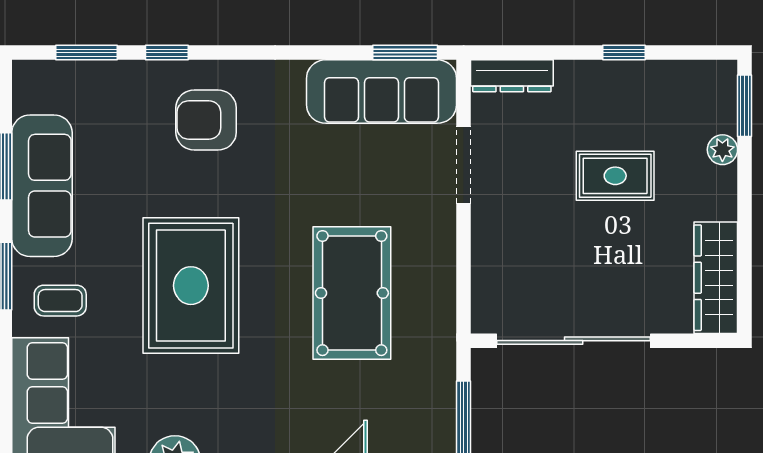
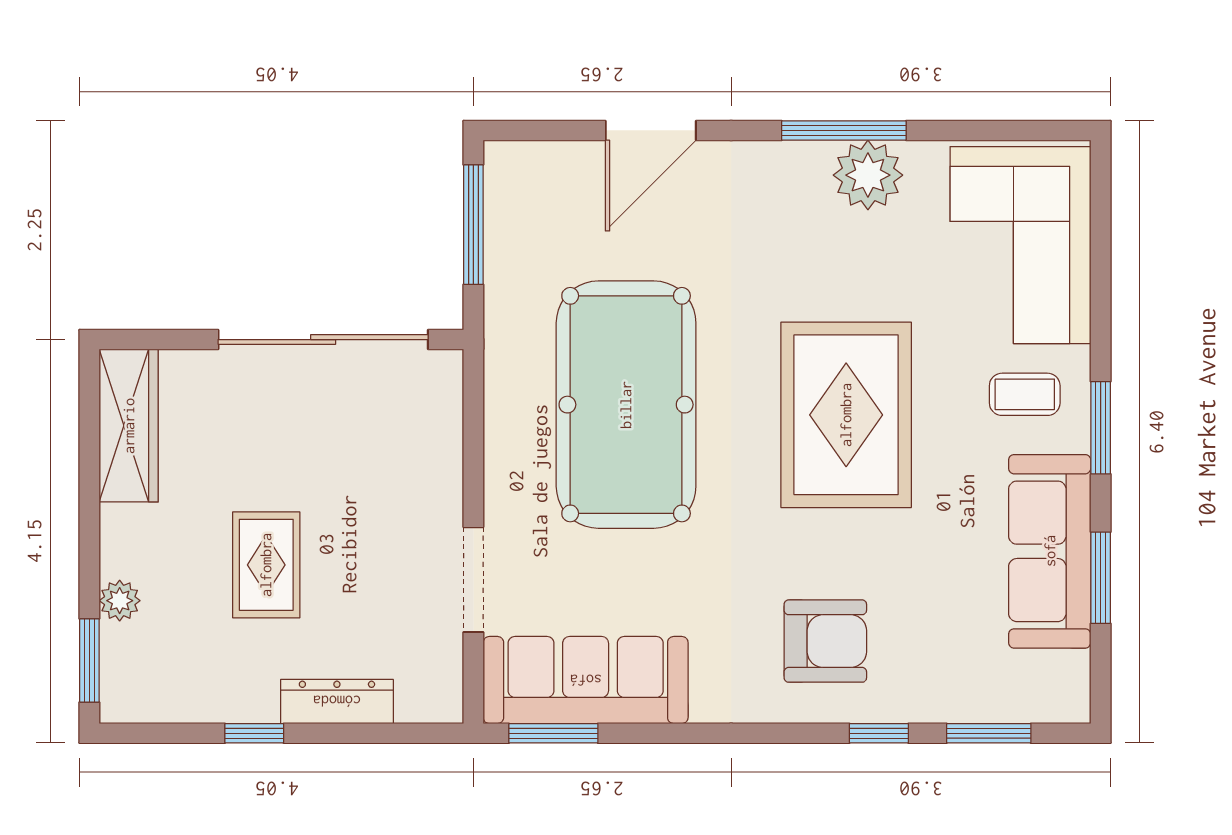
dresser: (512, 76) -> (337, 701), moved
rug: (615, 176) -> (266, 565), turned 90
pool table: (352, 293) -> (626, 405), width x1.36, depth x1.32

